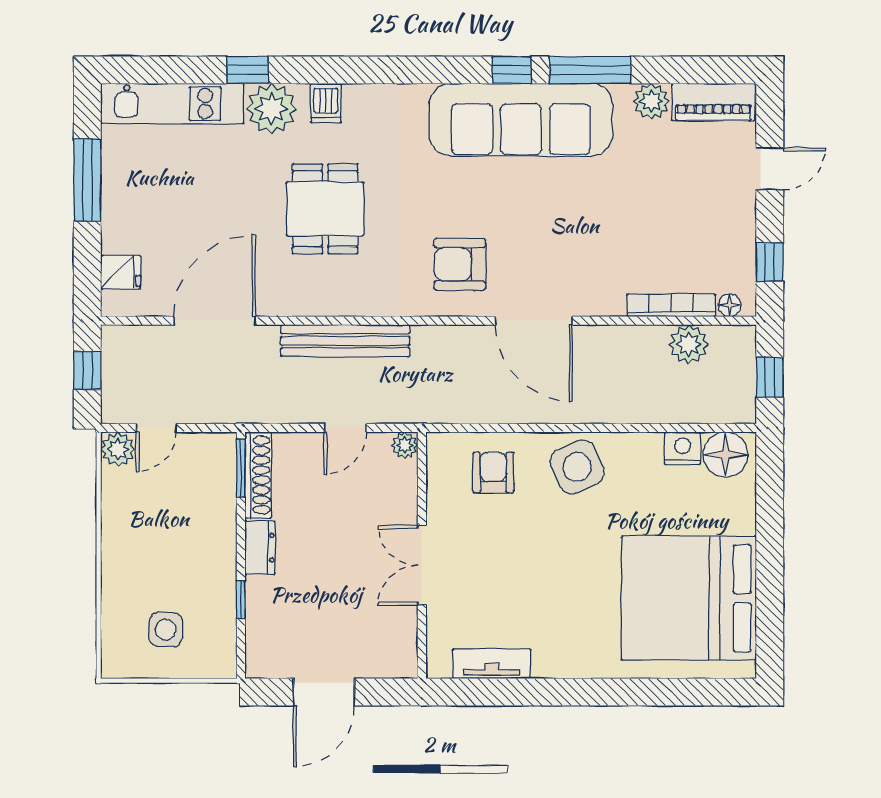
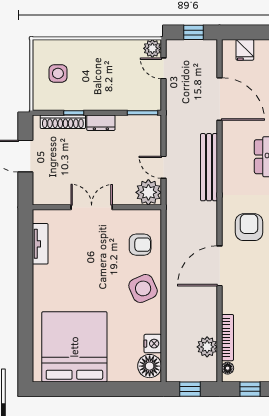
plant: (405, 445) -> (148, 192), width x1.88, depth x1.88
shoe rack: (258, 475) -> (63, 122), moved

